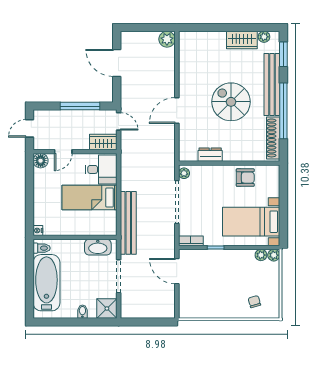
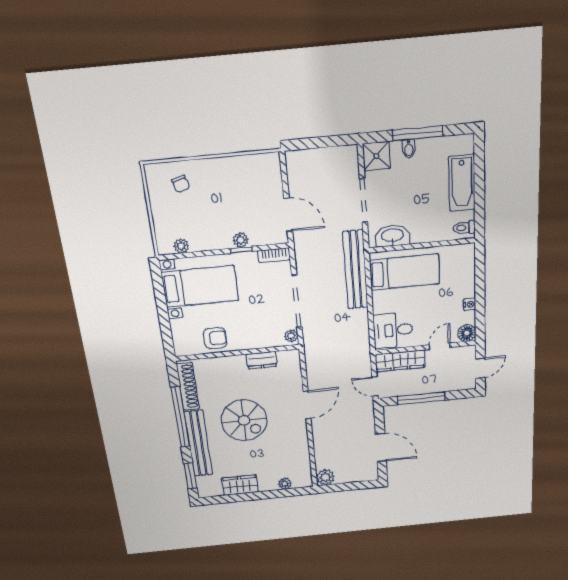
plant: (264, 37) -> (285, 484), moved
wardrobe: (103, 142) -> (400, 361), width x1.50
armchair: (245, 178) -> (215, 338), turned 180
bed: (90, 198) -> (405, 272), moved
nightstand: (38, 231) -> (470, 304), moved
plant: (274, 255) -> (241, 240), moved
bathtub: (46, 283) -> (462, 183), width x0.73, depth x0.73
window: (75, 322) -> (418, 133), added

